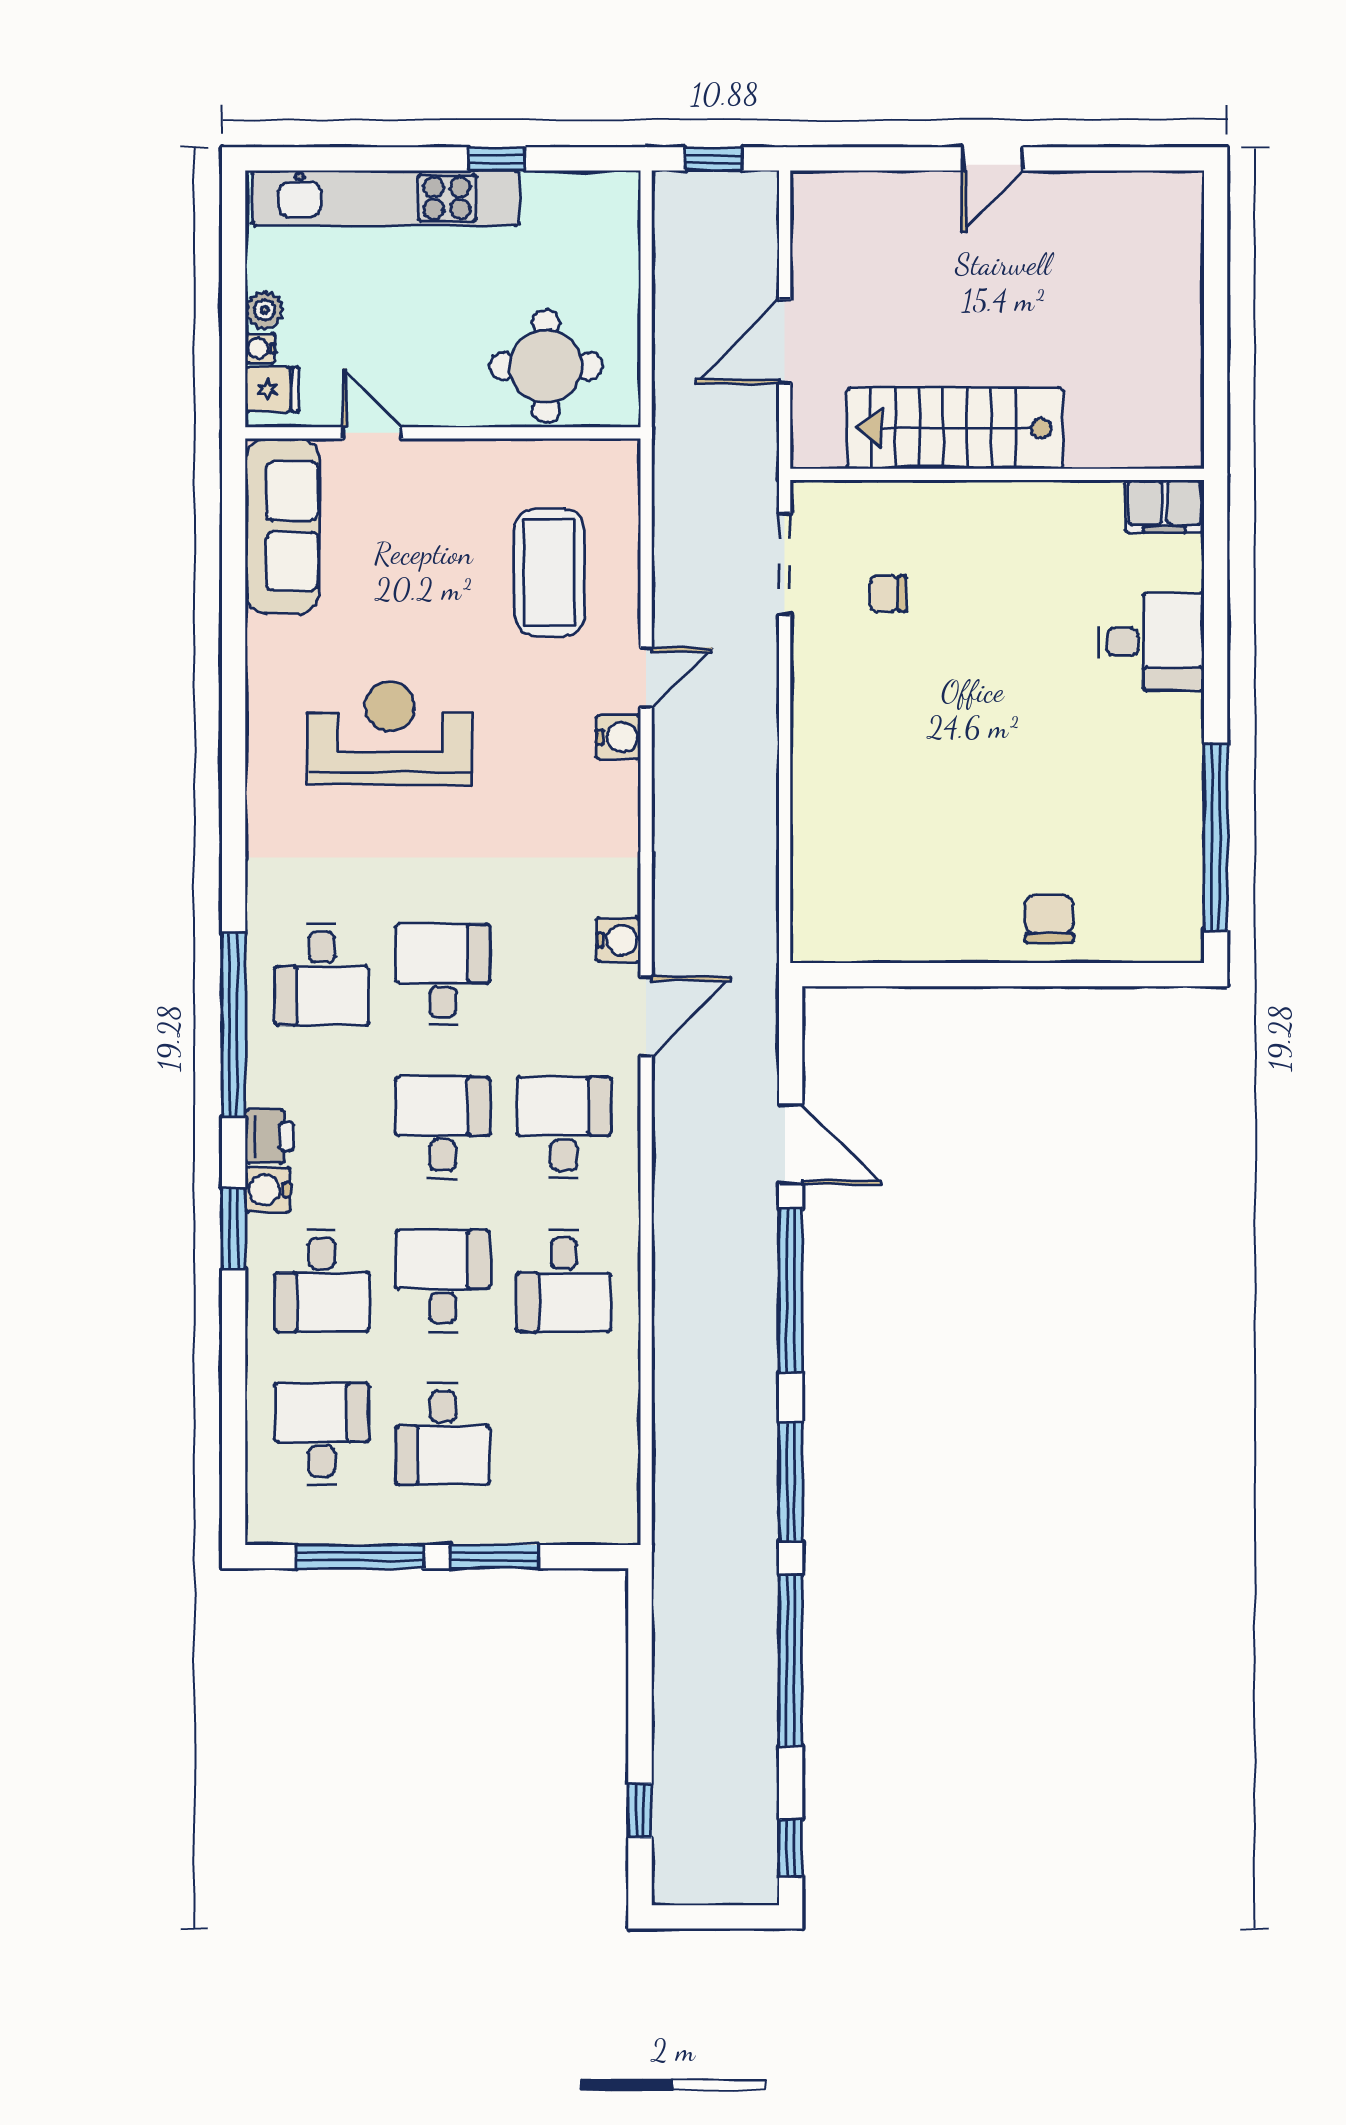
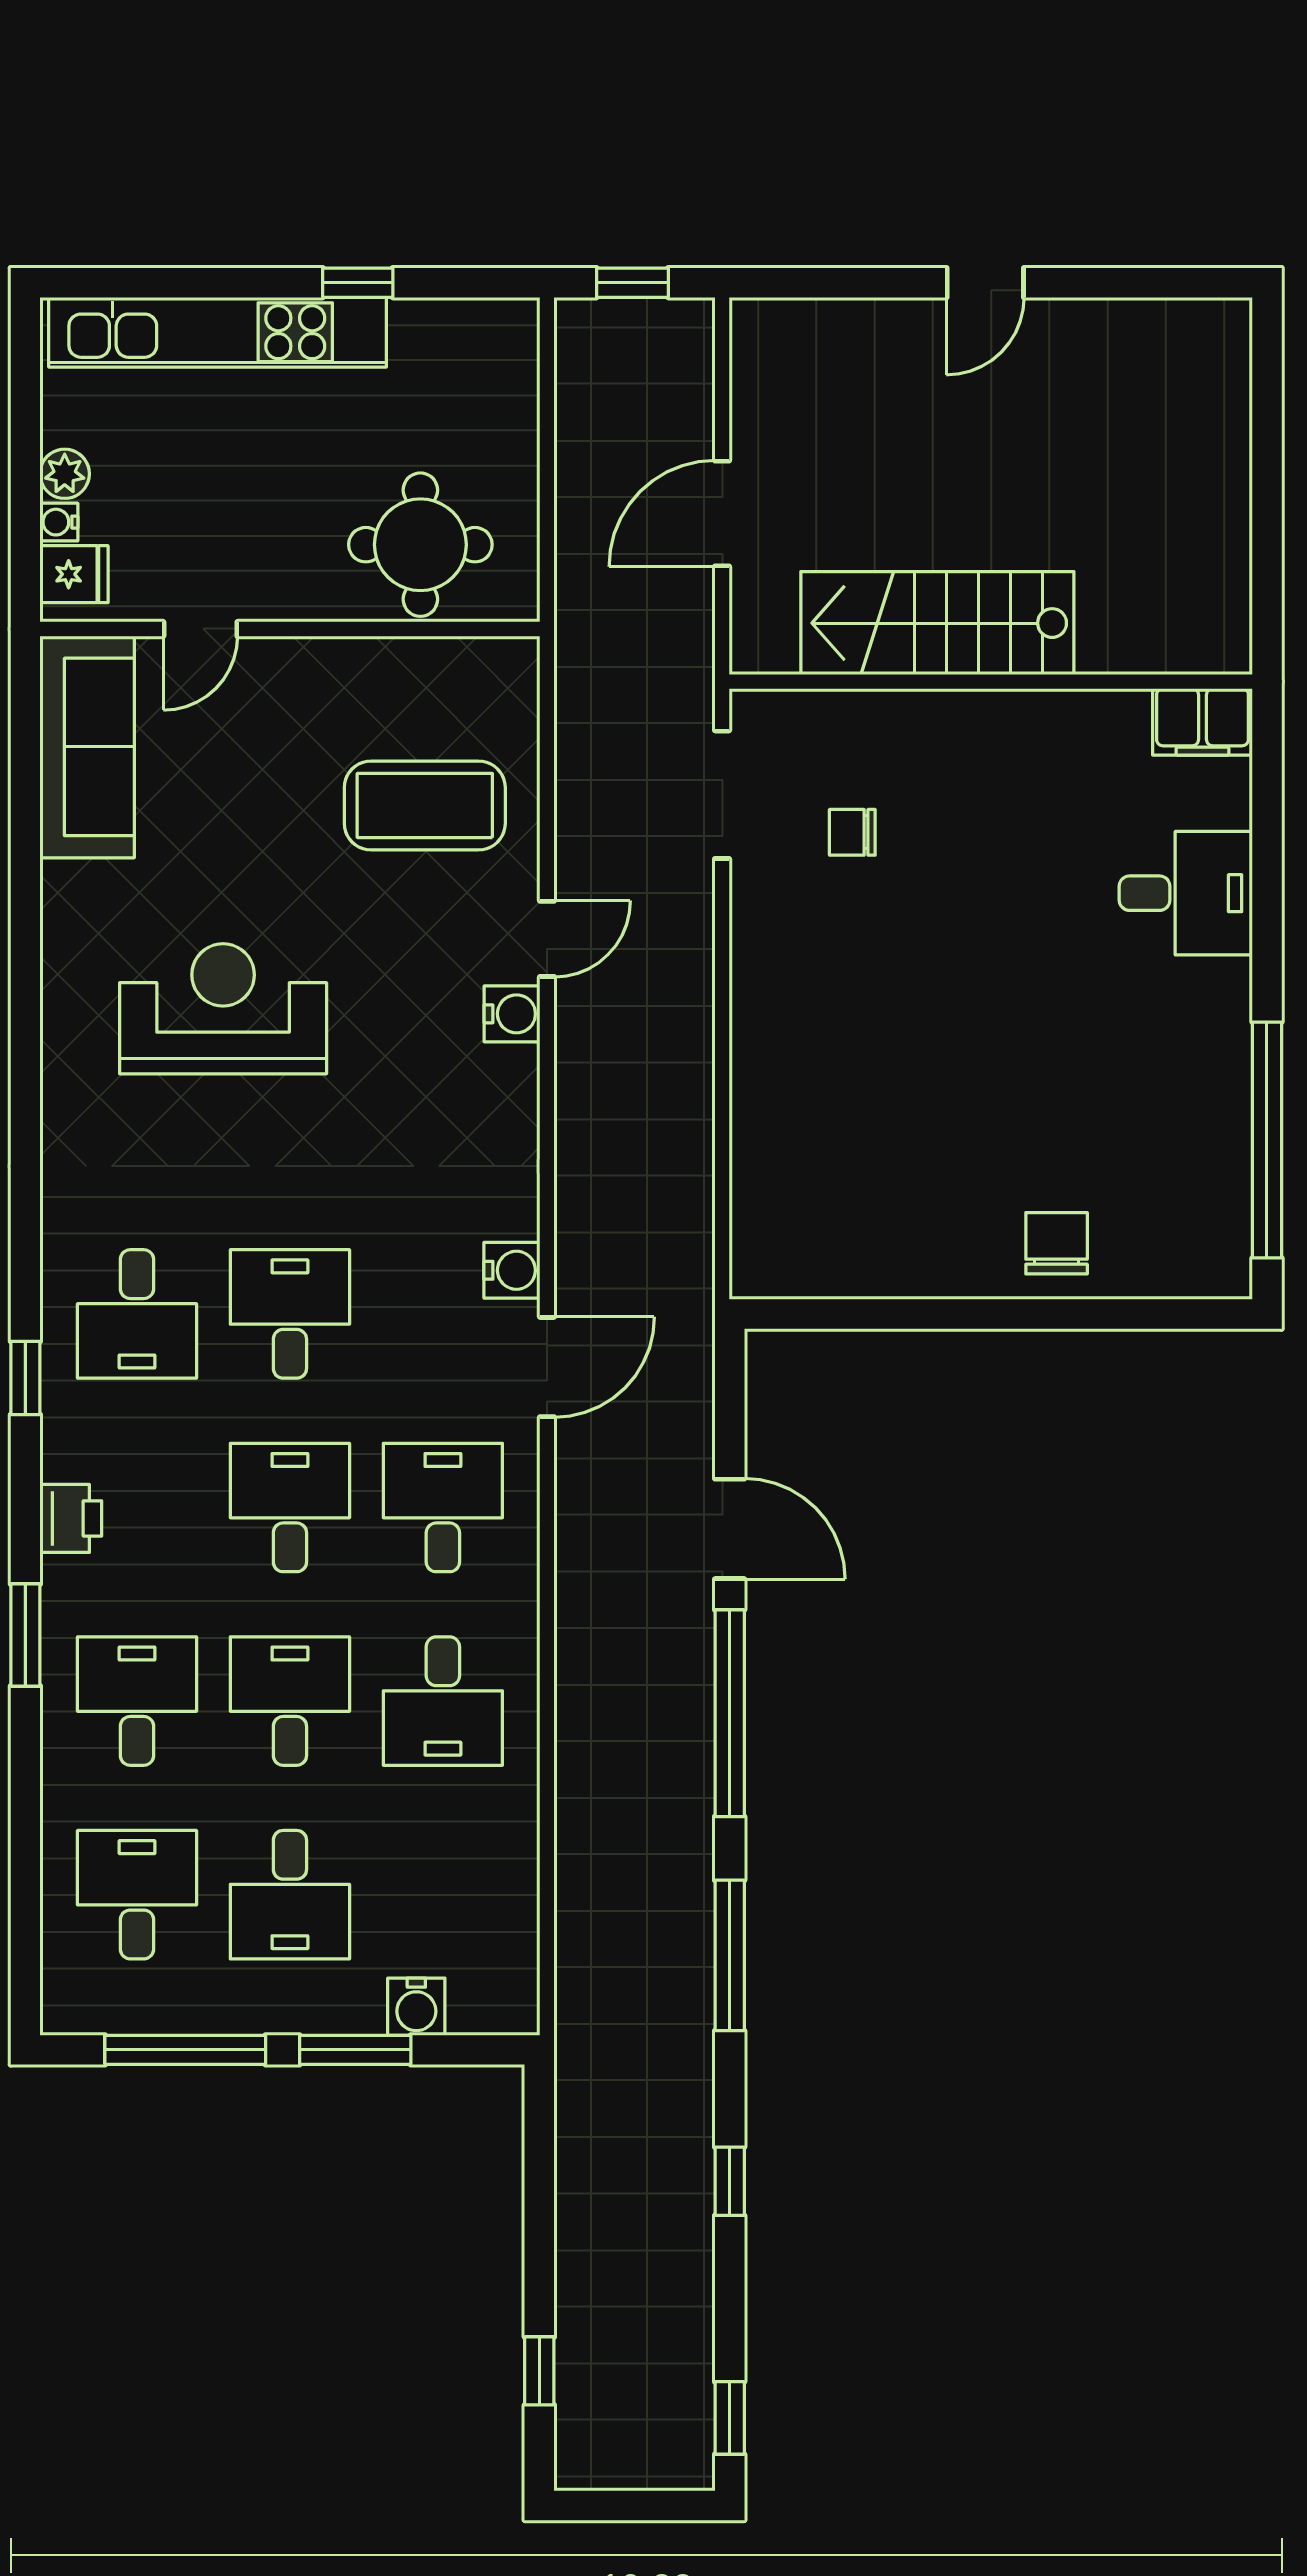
door: (372, 433) -> (200, 629), swing flipped
coffee table: (549, 572) -> (425, 805), turned 90
window: (234, 1025) -> (25, 1378), width x0.32
water cooler: (268, 1190) -> (416, 2007), moved, turned -90
desk: (322, 1281) -> (137, 1701), turned 180
window: (791, 1661) -> (730, 2181), width x0.32

